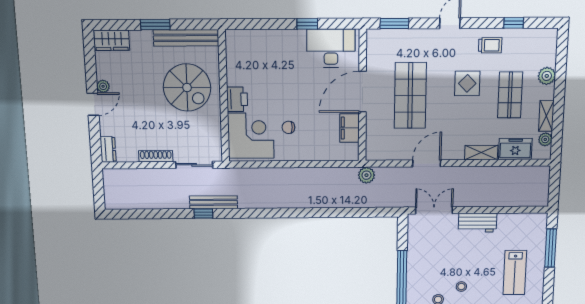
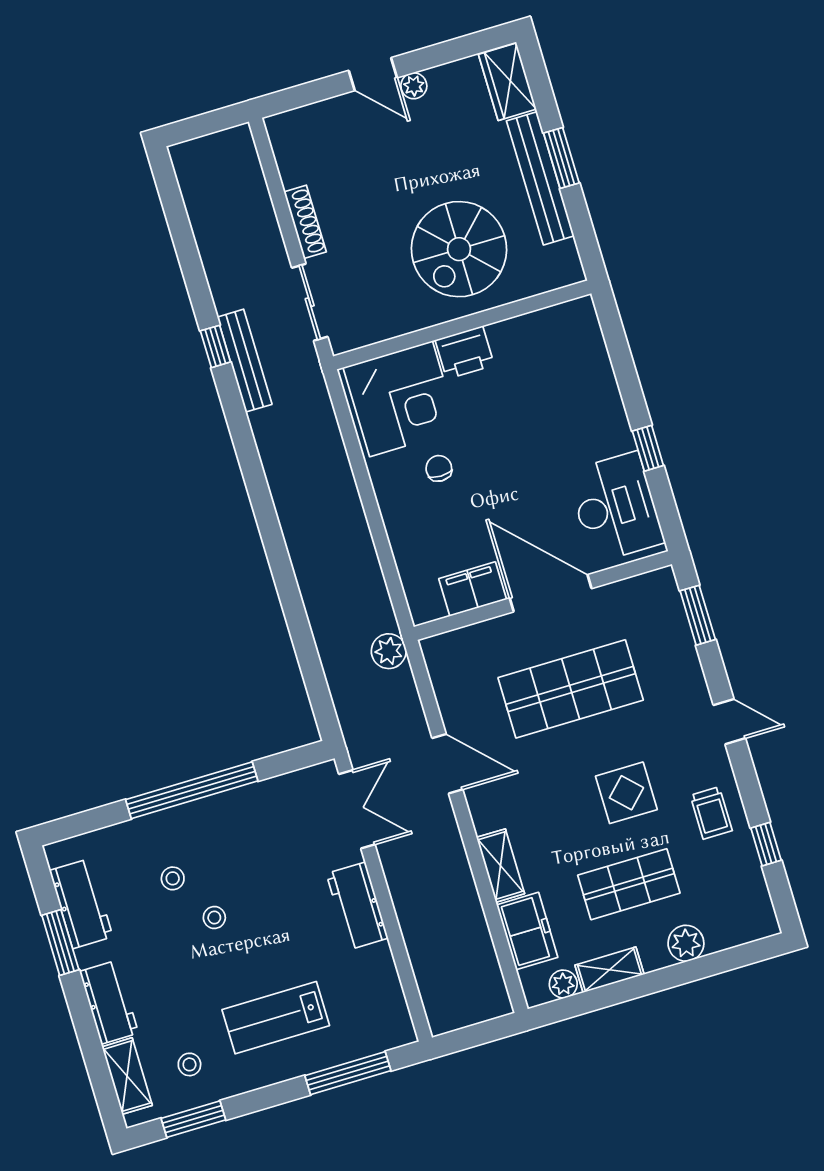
bench: (186, 38) -> (540, 178), moved
dresser: (108, 149) -> (291, 124), removed

